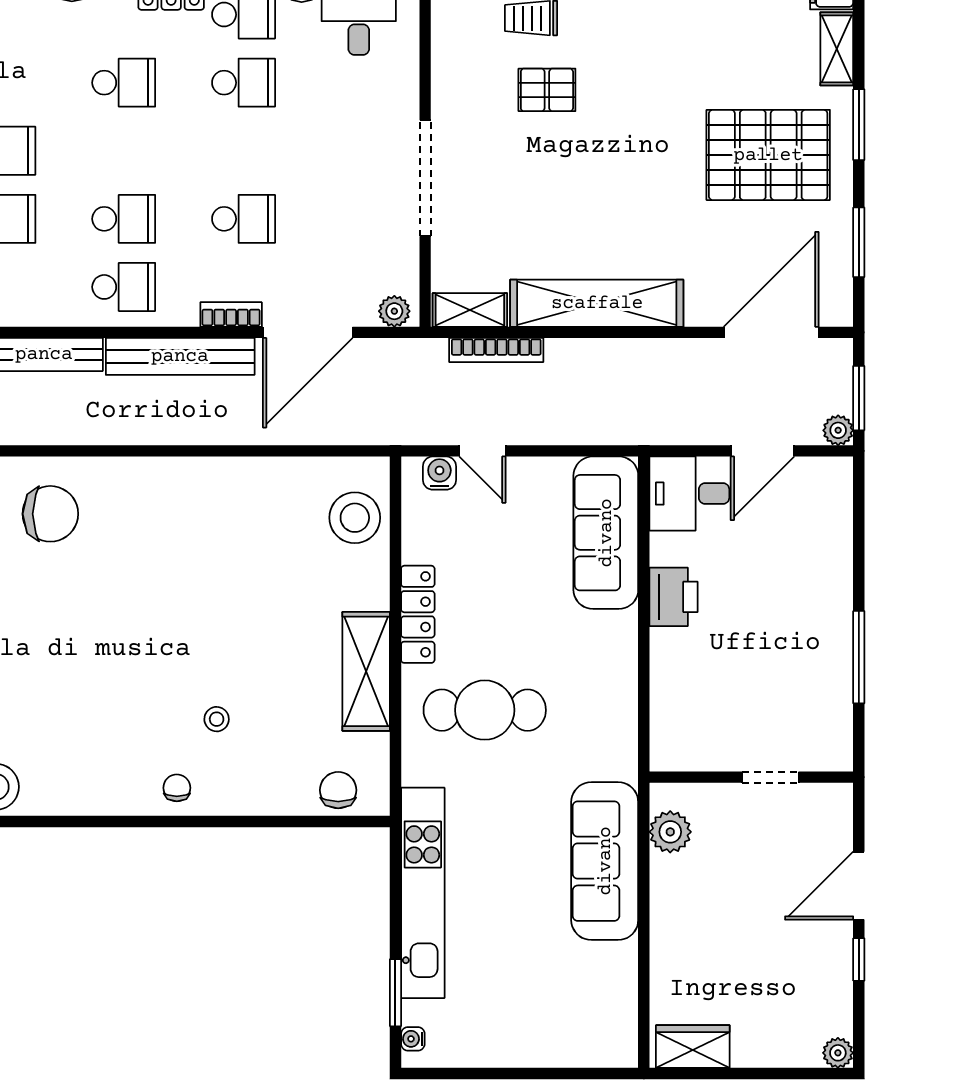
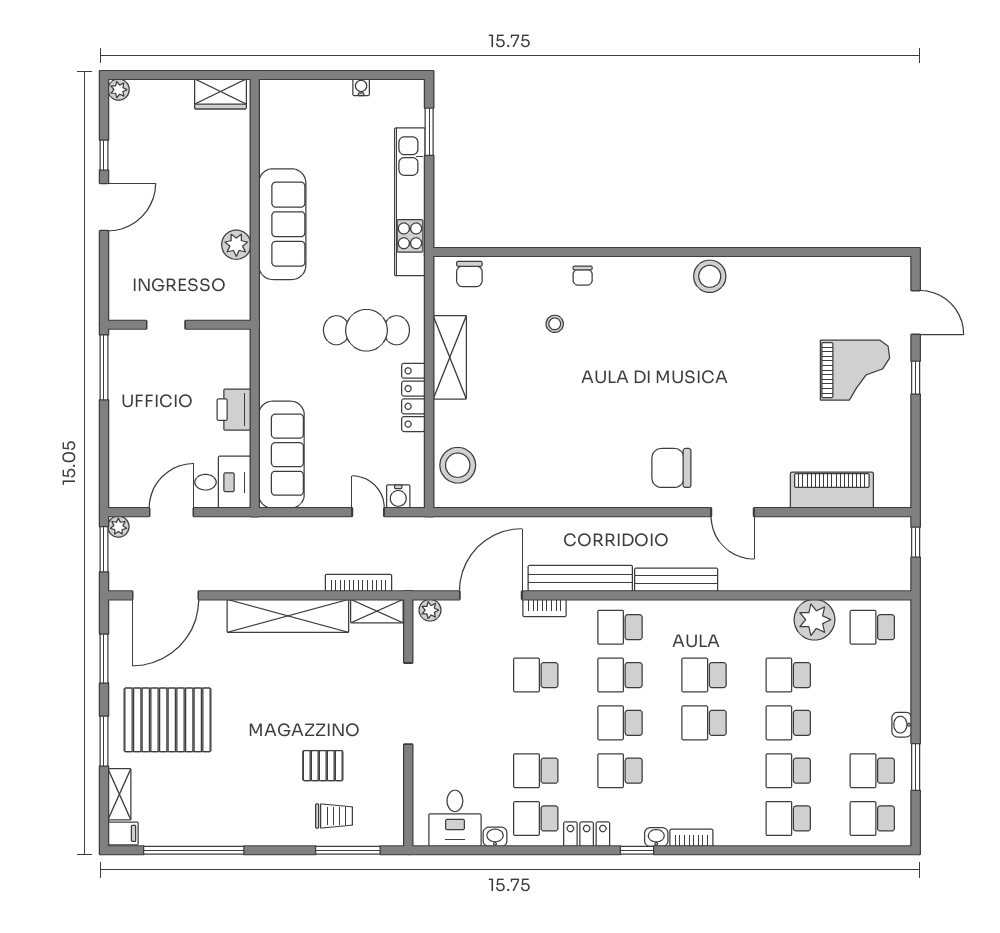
school desk: (124, 151) -> (620, 723), added
wall: (751, 777) -> (179, 325), moved
doorway: (771, 777) -> (166, 325), moved
water cooler: (413, 1039) -> (361, 87), moved, turned -90

